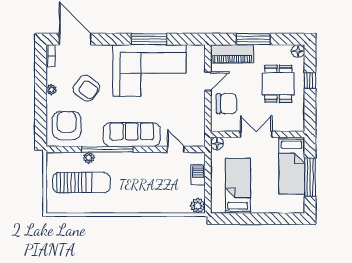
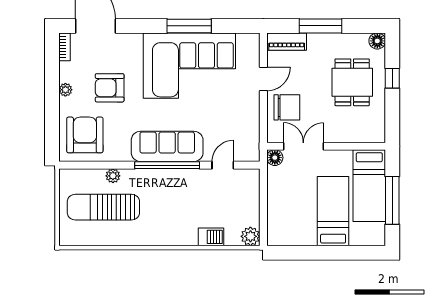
piano: (232, 54) -> (287, 42), width x0.73, depth x0.75
armchair: (86, 88) -> (110, 88), turned 144
double door: (256, 134) -> (303, 146), moved
window: (107, 149) -> (167, 165), moved
door: (176, 149) -> (223, 165), hinge flipped
barbecue: (198, 175) -> (211, 237), moved, turned 90
sun lounger: (81, 183) -> (103, 207), turned 180
bed: (238, 186) -> (333, 211), moved

